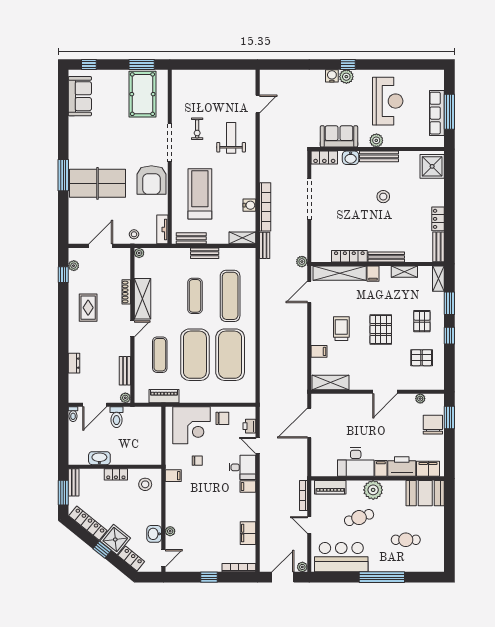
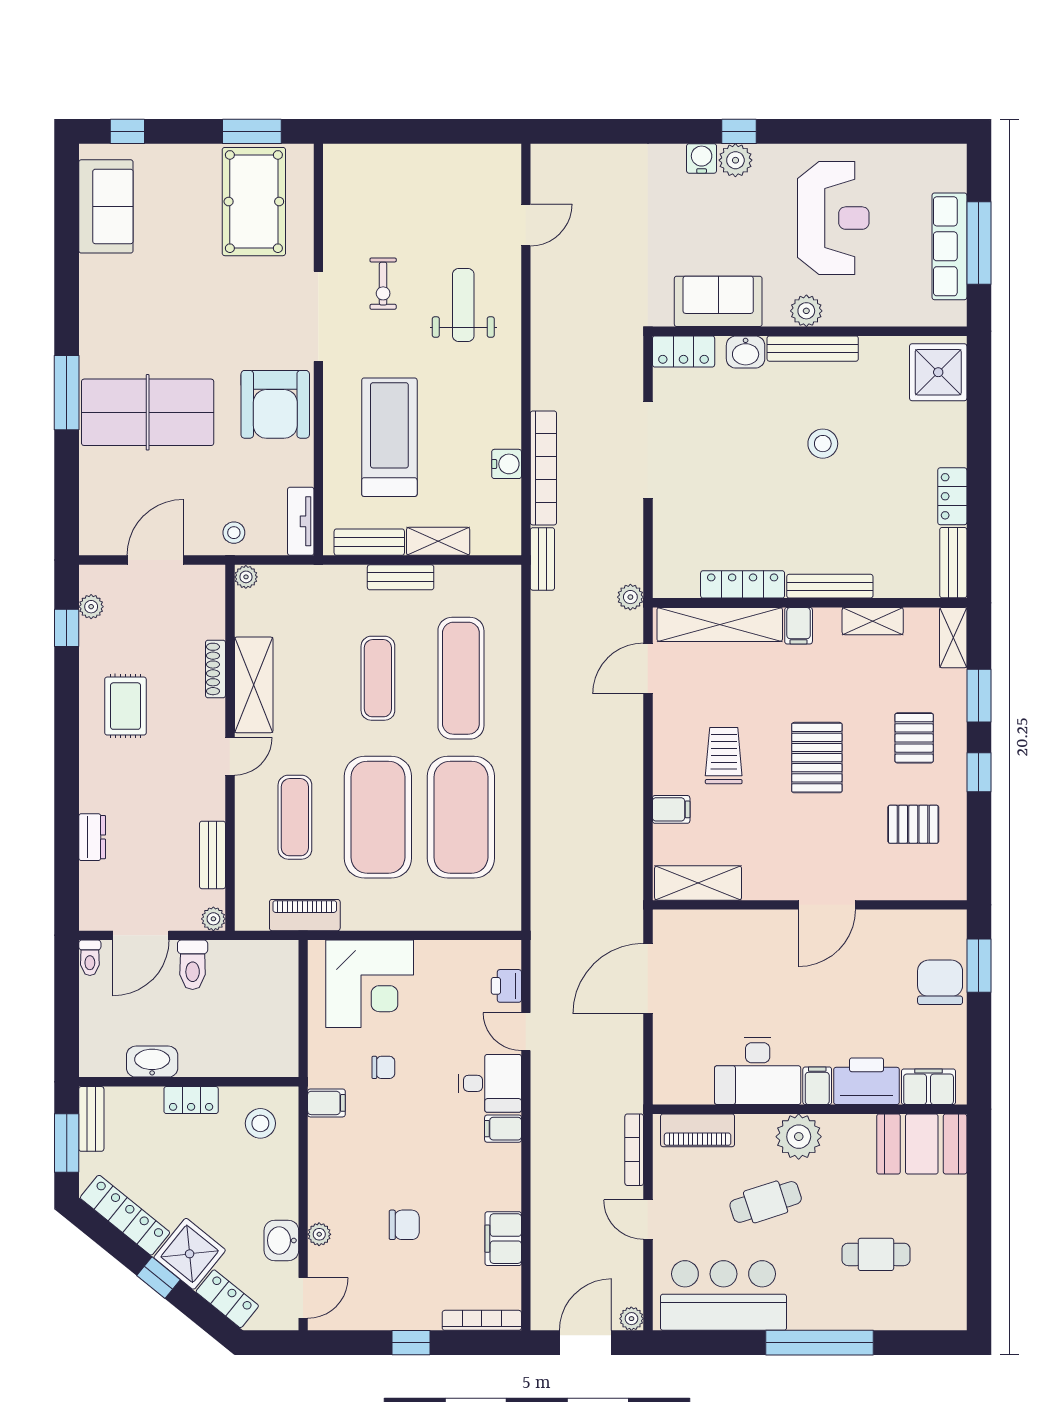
shelving: (242, 238) -> (438, 541), moved
plant: (420, 399) -> (910, 921), removed
chair: (222, 418) -> (404, 1225), moved

